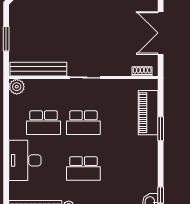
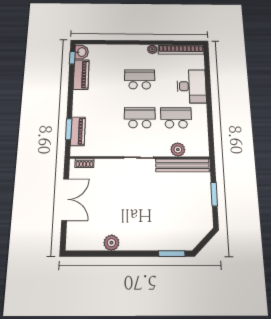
plant: (17, 87) -> (178, 149), moved
piano: (148, 113) -> (78, 131), width x0.73, depth x0.75
window: (161, 129) -> (69, 129), moved
piano: (150, 174) -> (81, 75), added

